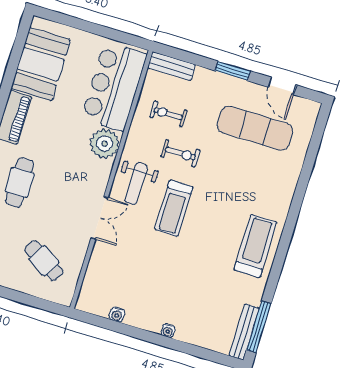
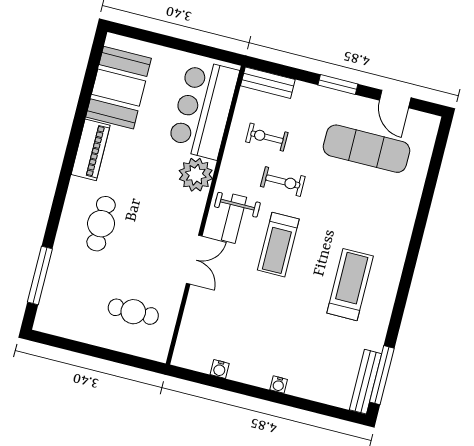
treadmill: (255, 246) -> (350, 285), moved
cafe table: (44, 261) -> (133, 312), turned -31

